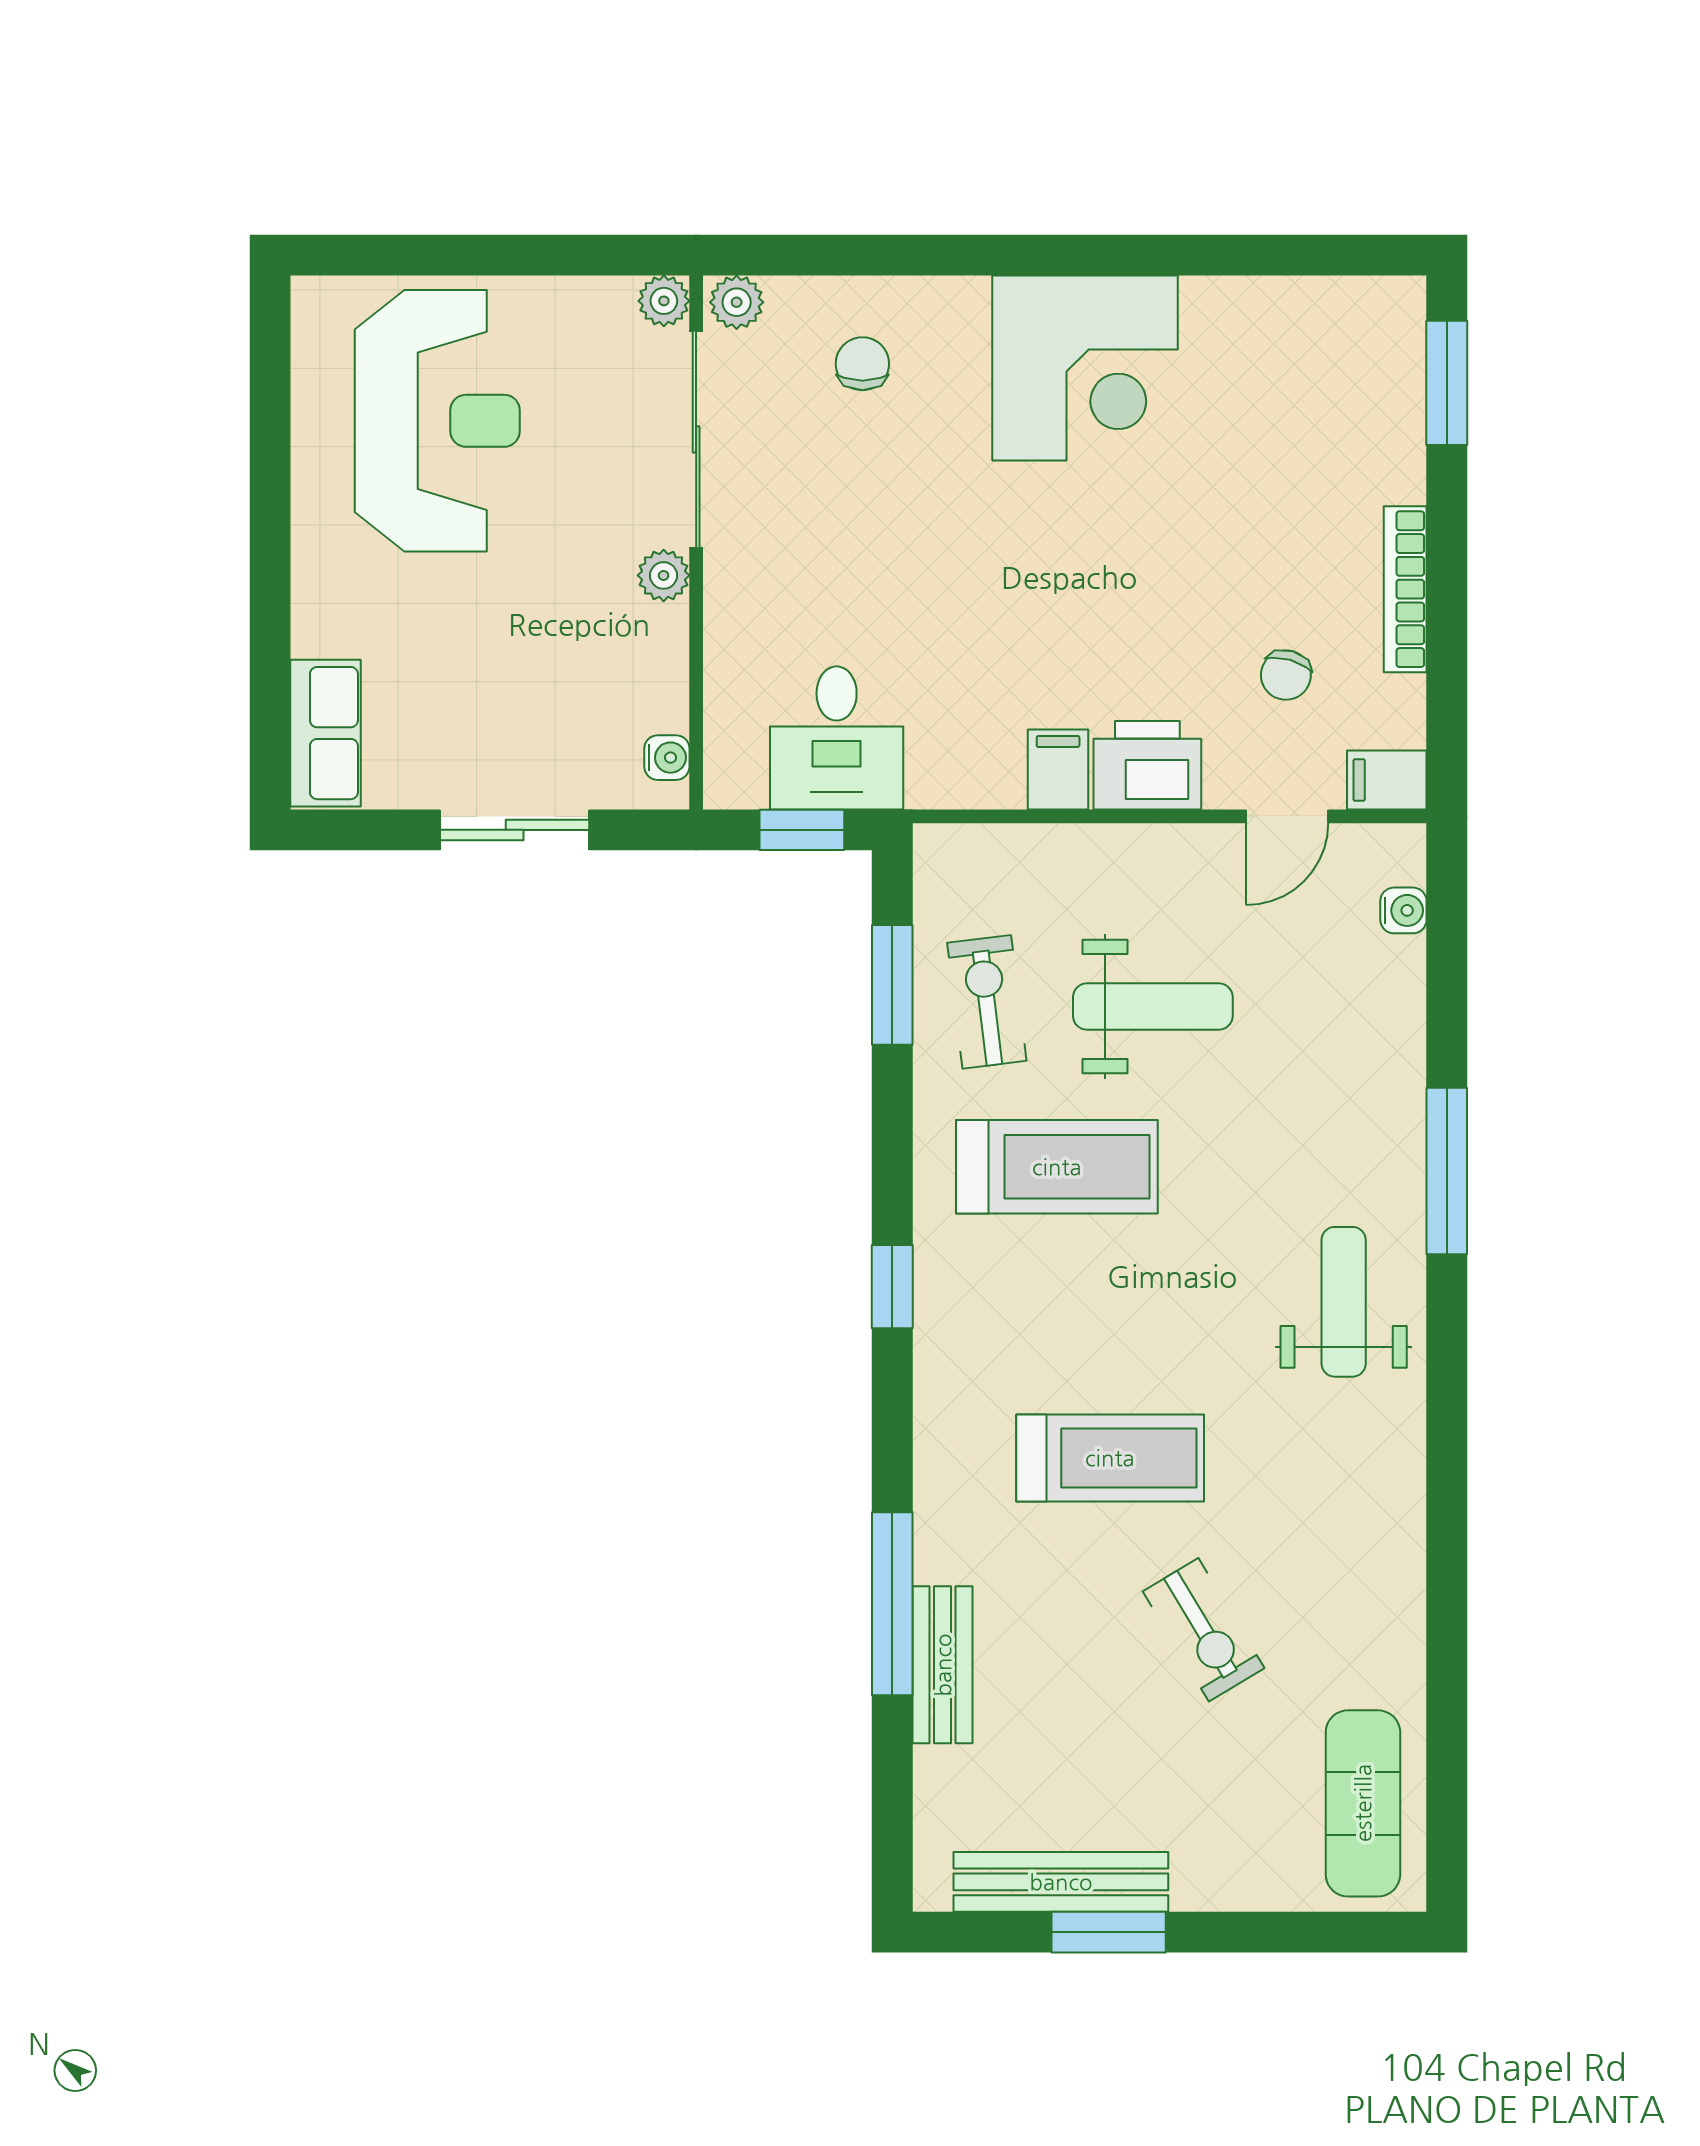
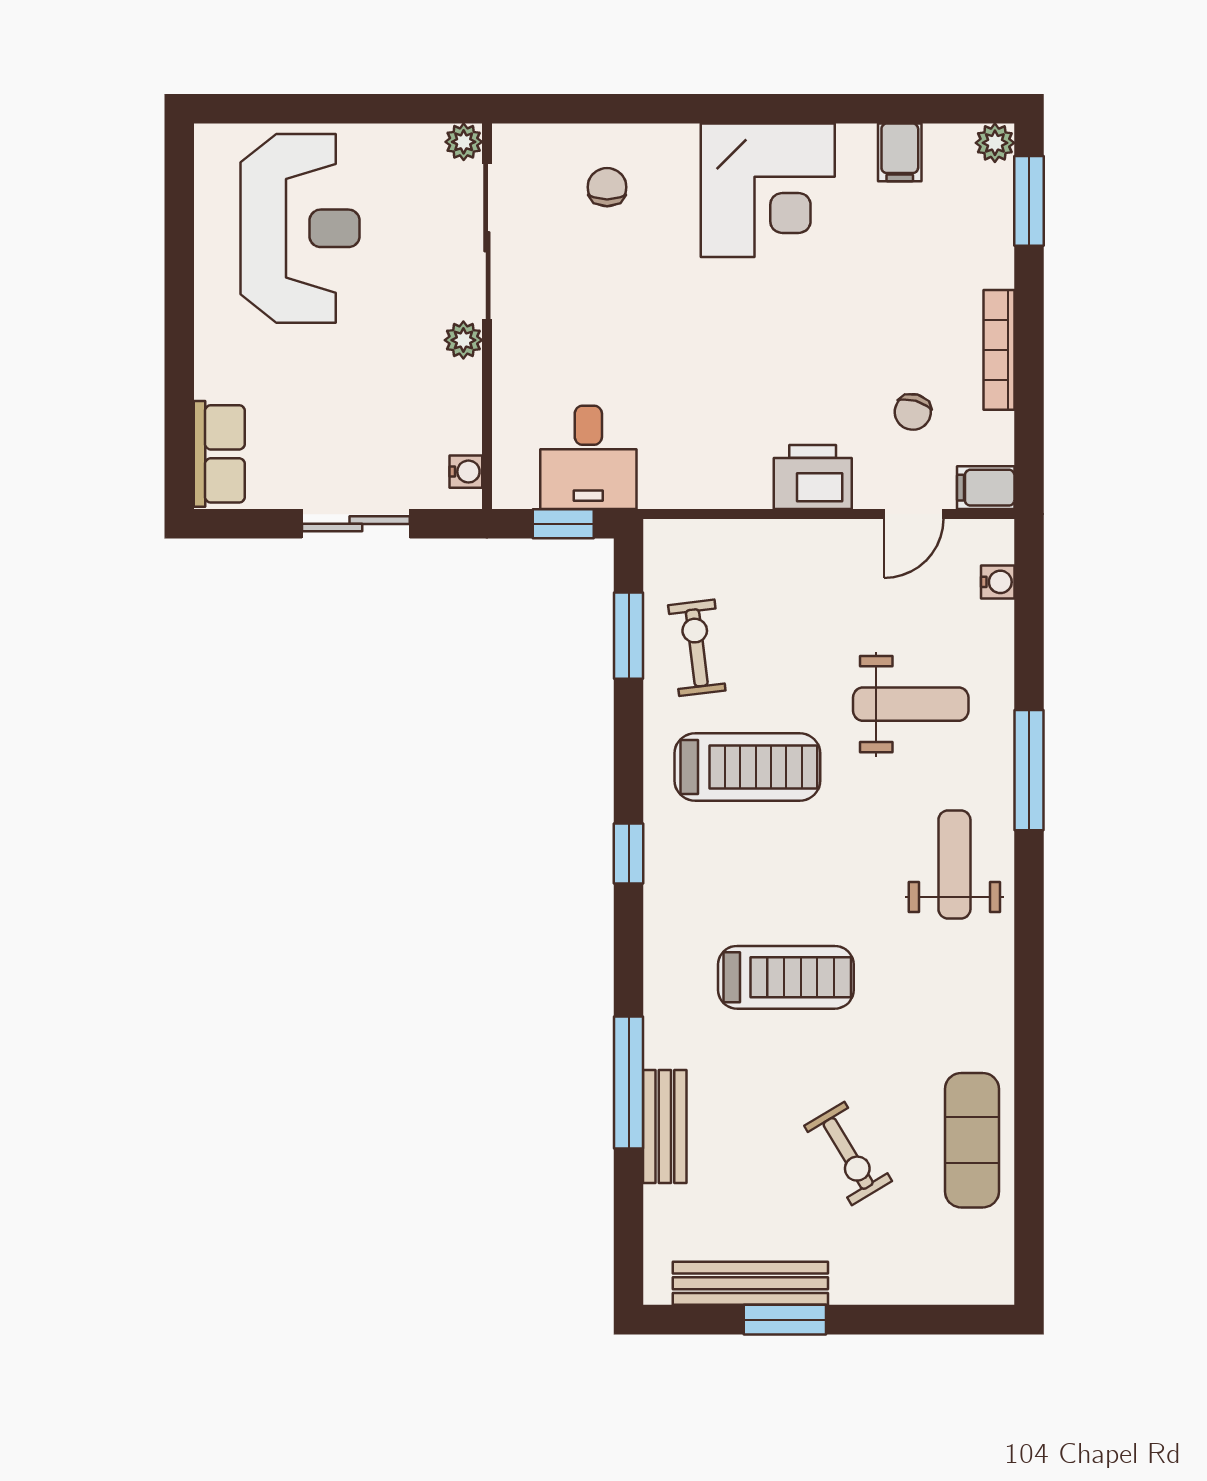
plant: (737, 302) -> (995, 143), moved
filing cabinet: (1058, 770) -> (900, 152), moved, turned 180
weight bench: (1153, 1007) -> (911, 704), moved
exercise bike: (1204, 1630) -> (848, 1153), moved
exercise mat: (1363, 1803) -> (972, 1140), moved

